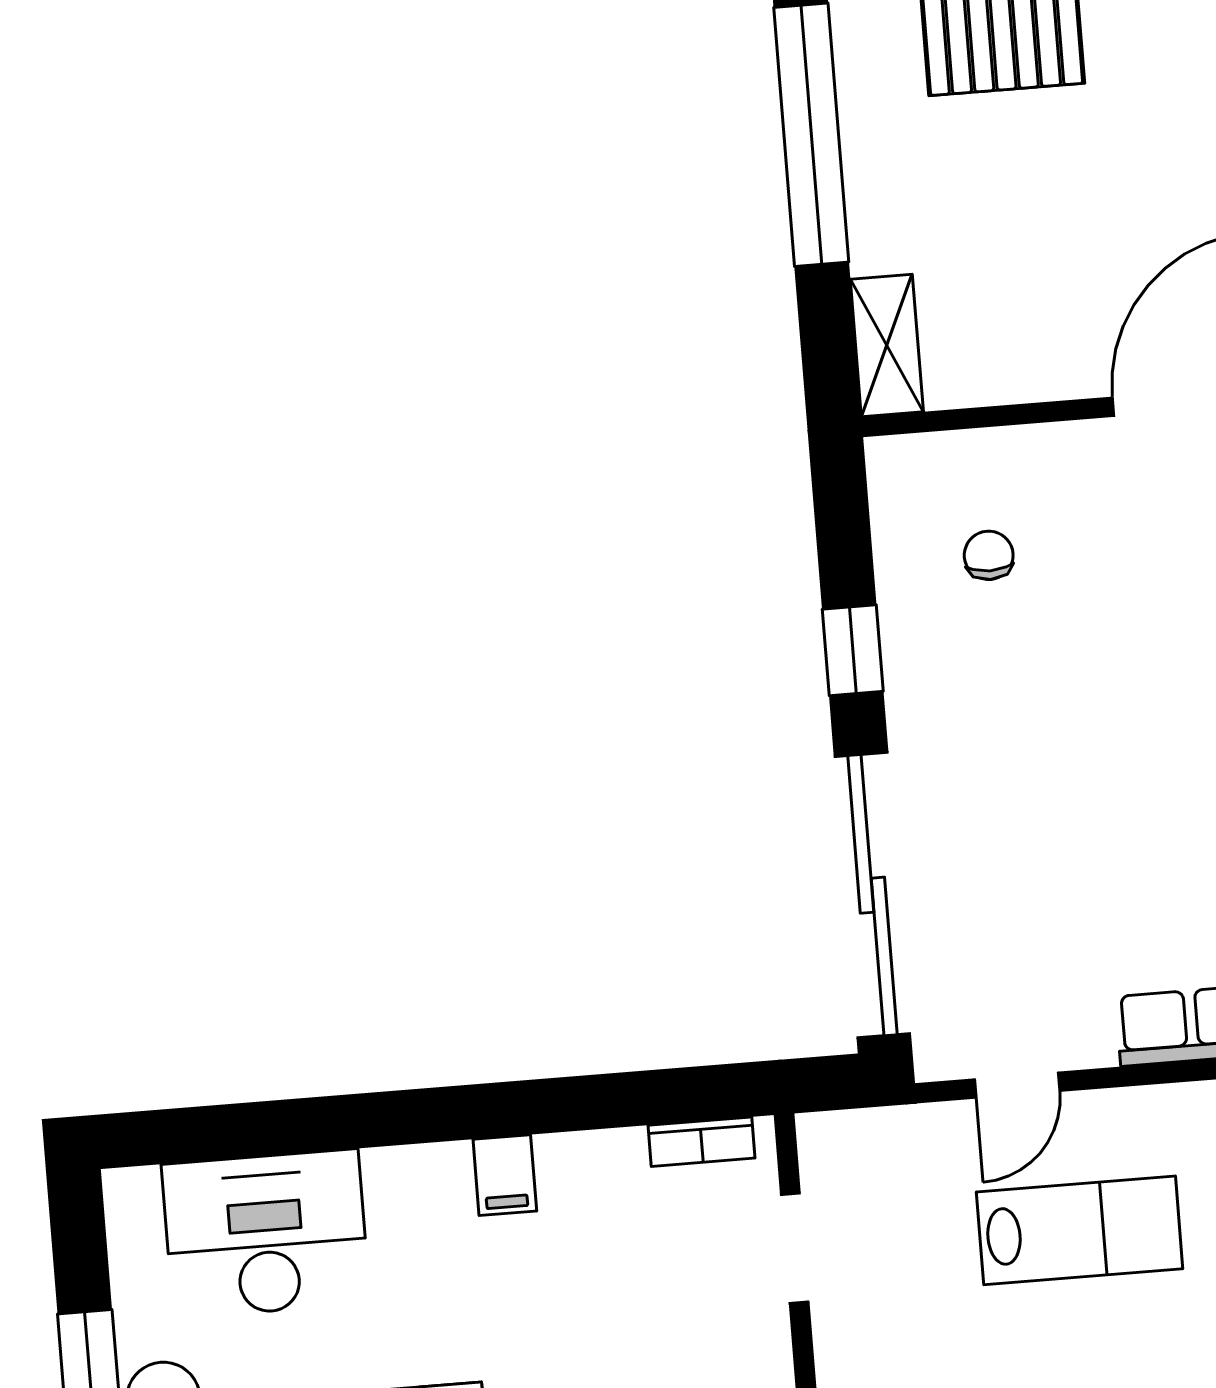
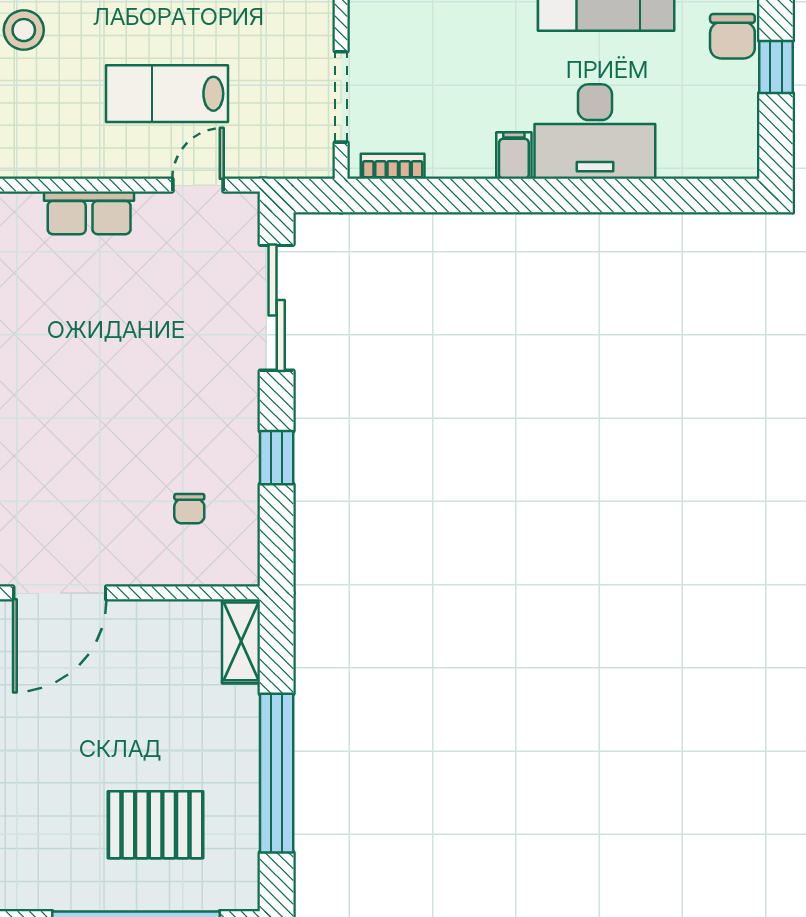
sliding door: (872, 895) -> (277, 308), width x0.73
desk: (266, 1234) -> (595, 132), moved
doorway: (795, 1248) -> (341, 97), width x1.38

